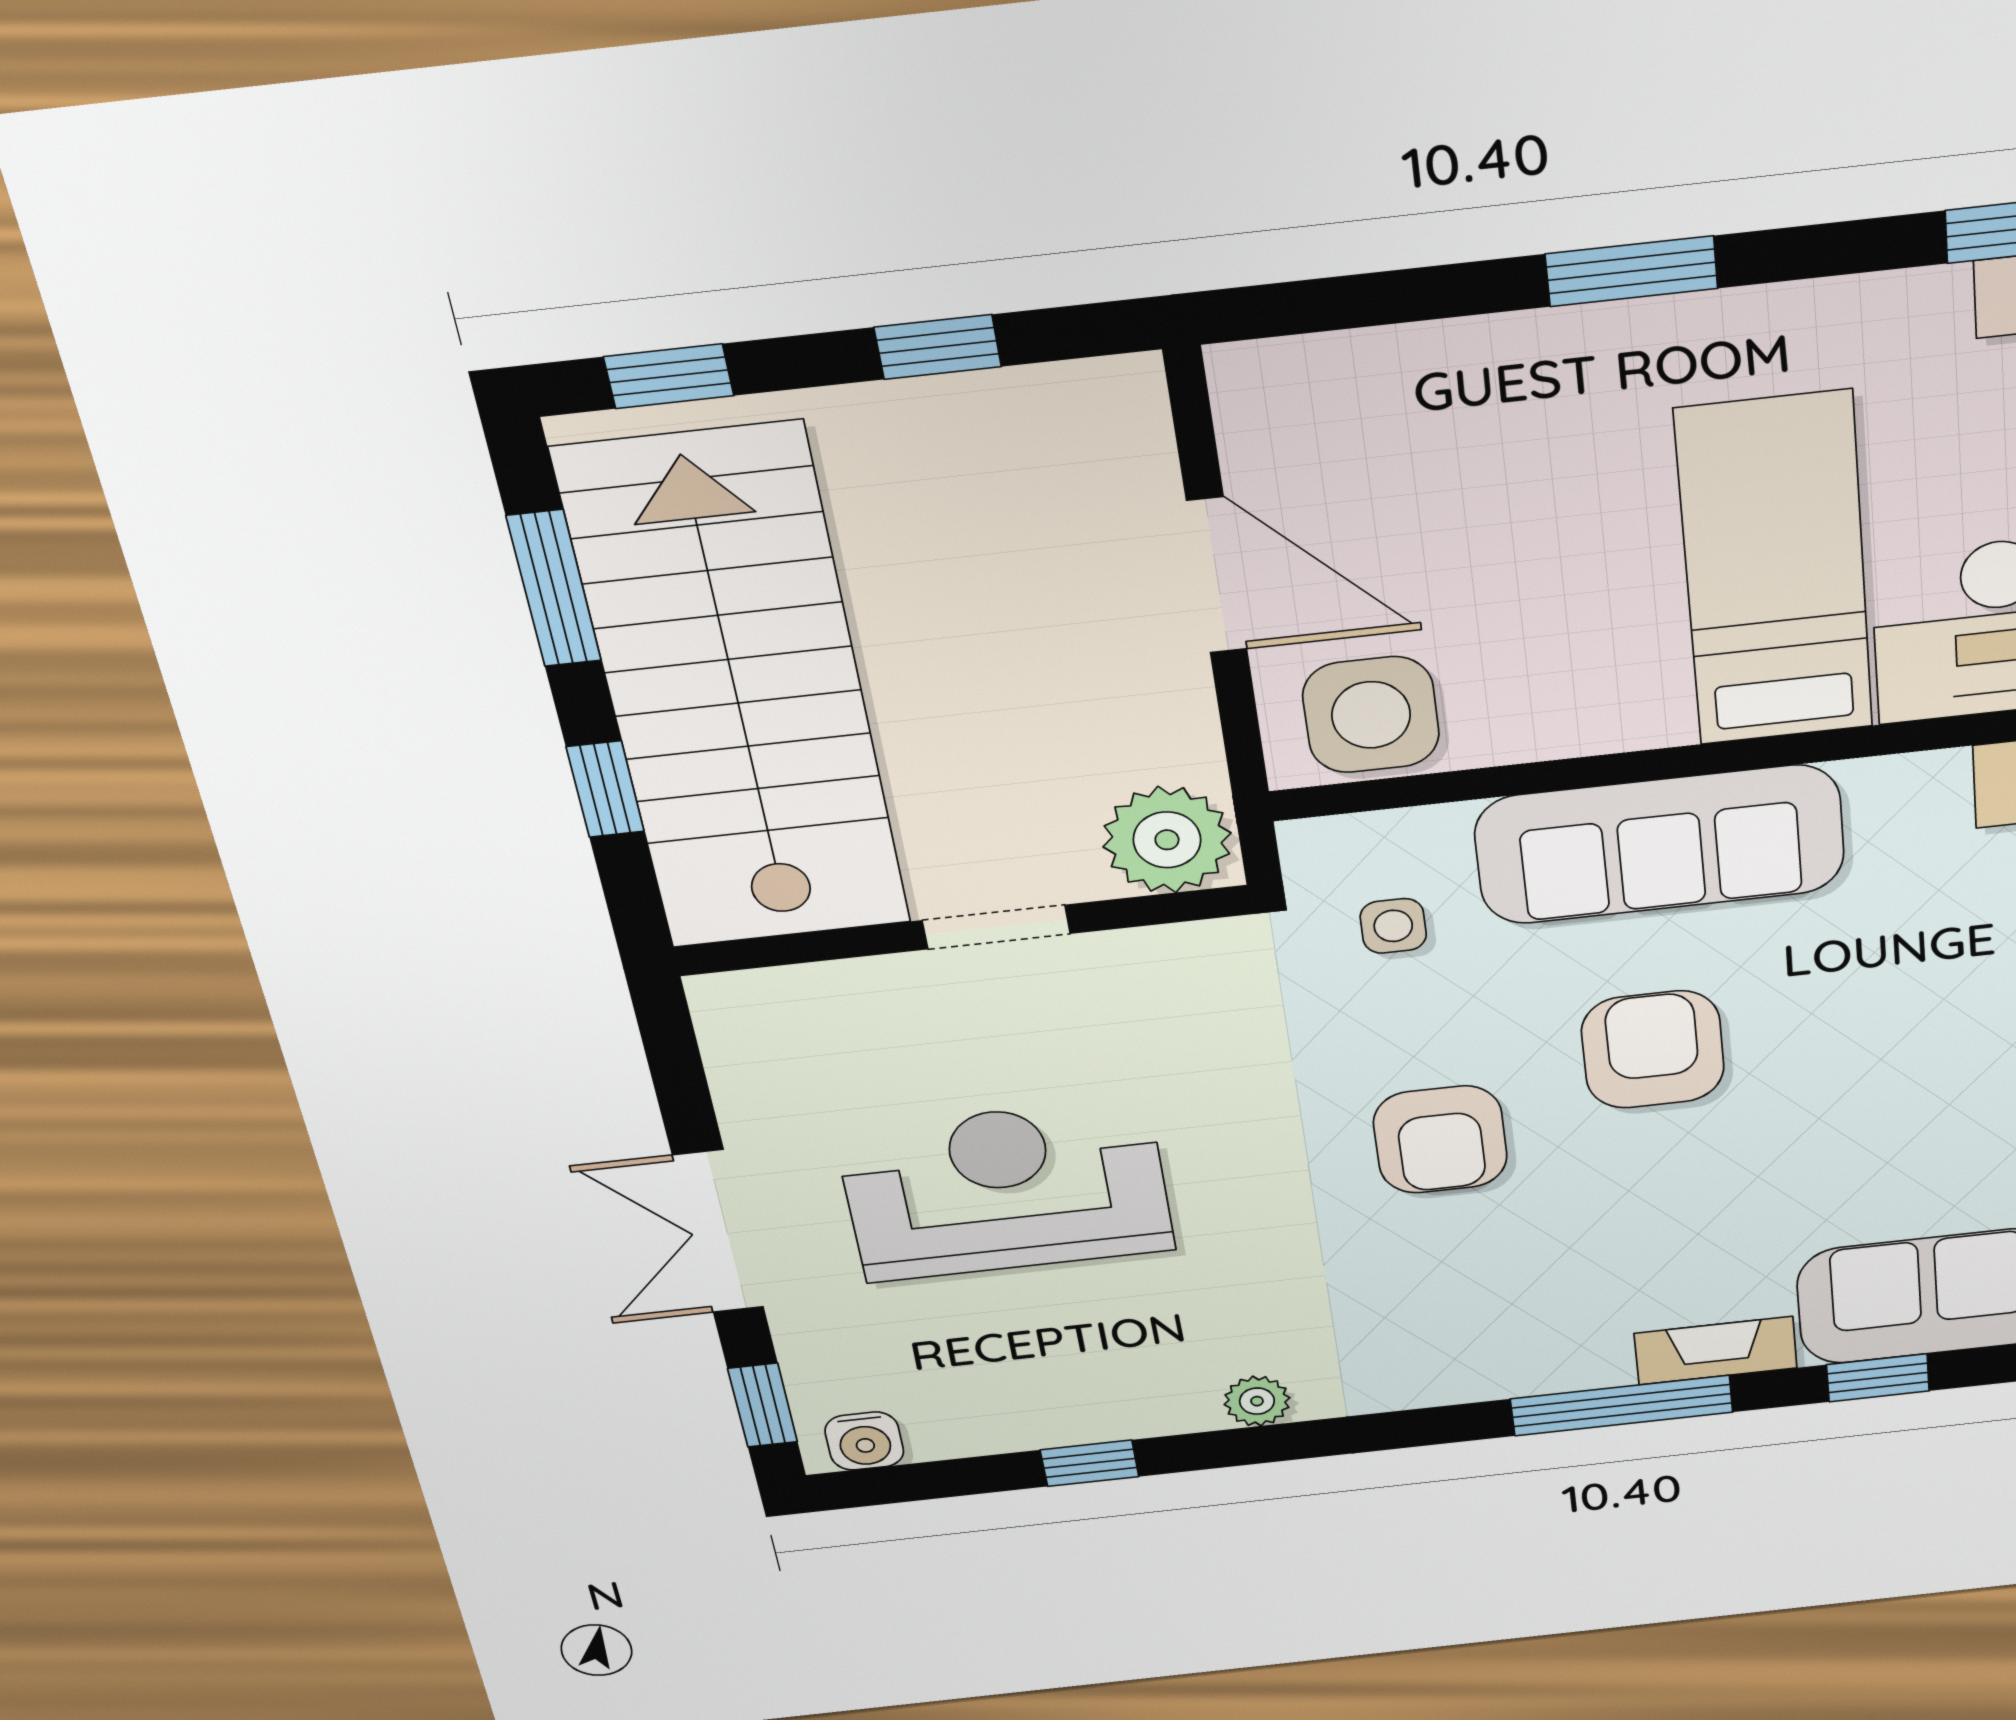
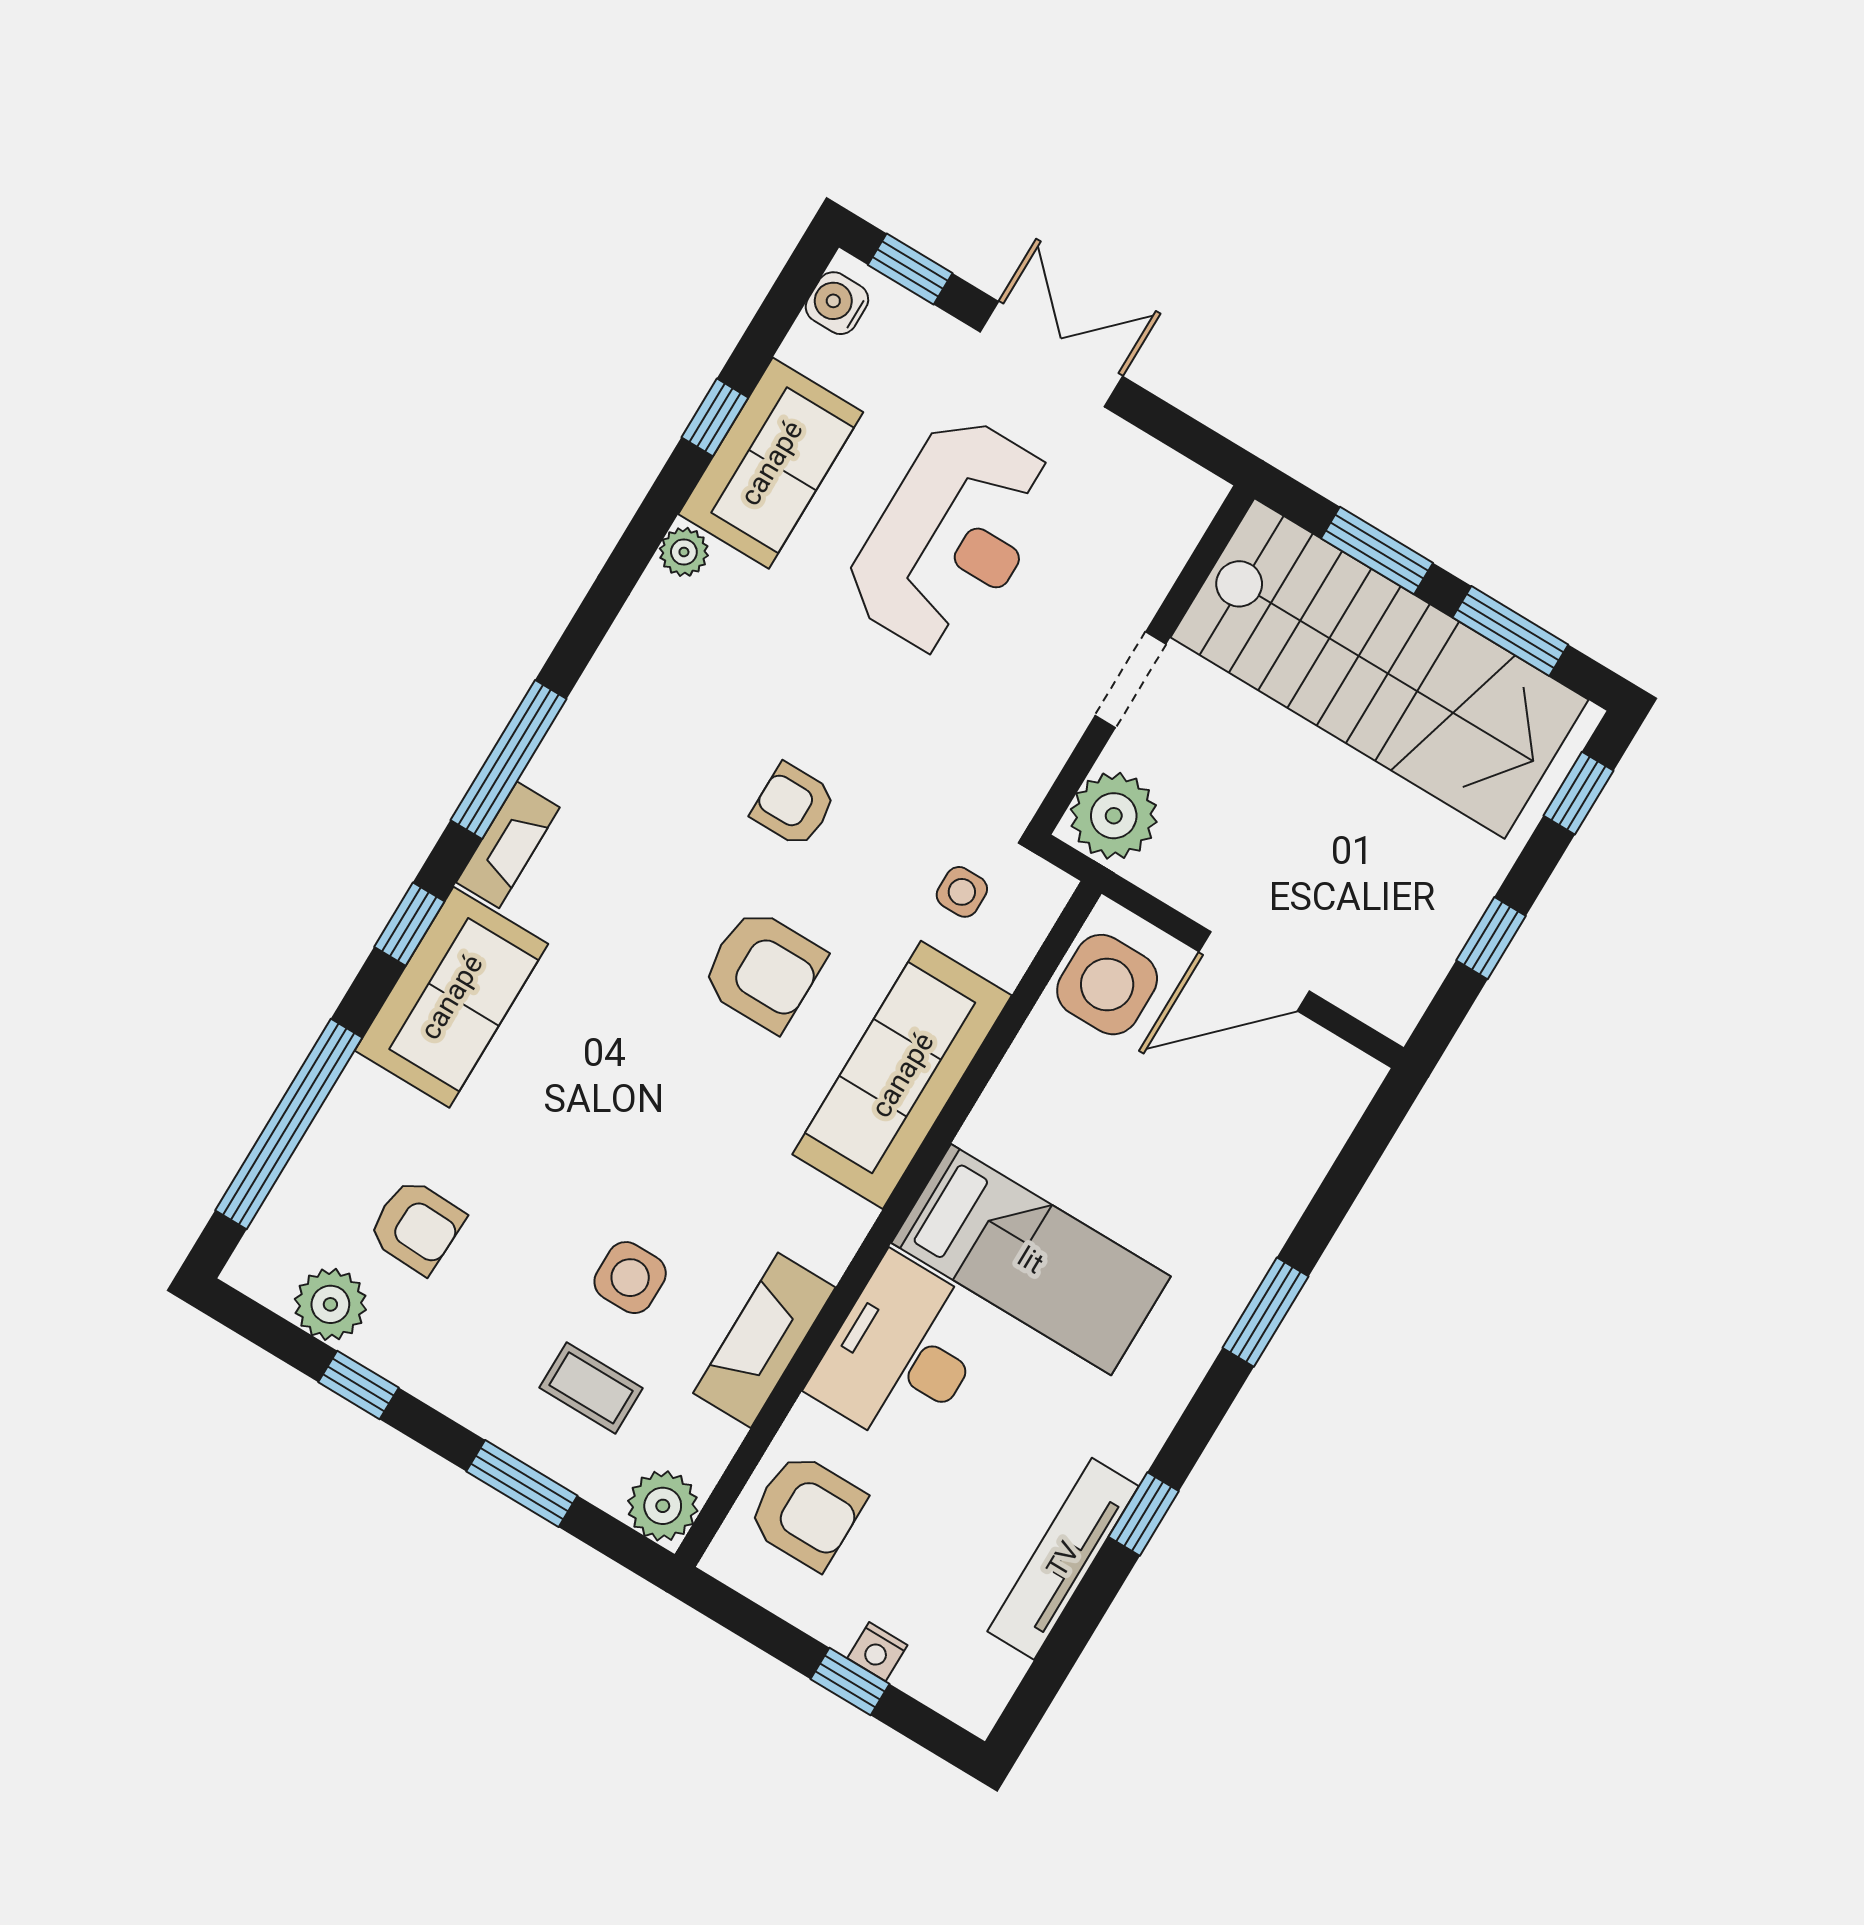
window: (605, 789) -> (1377, 551), width x1.50
armchair: (1440, 1140) -> (794, 805), width x0.72, depth x0.72
sofa: (1089, 1390) -> (771, 463), added

